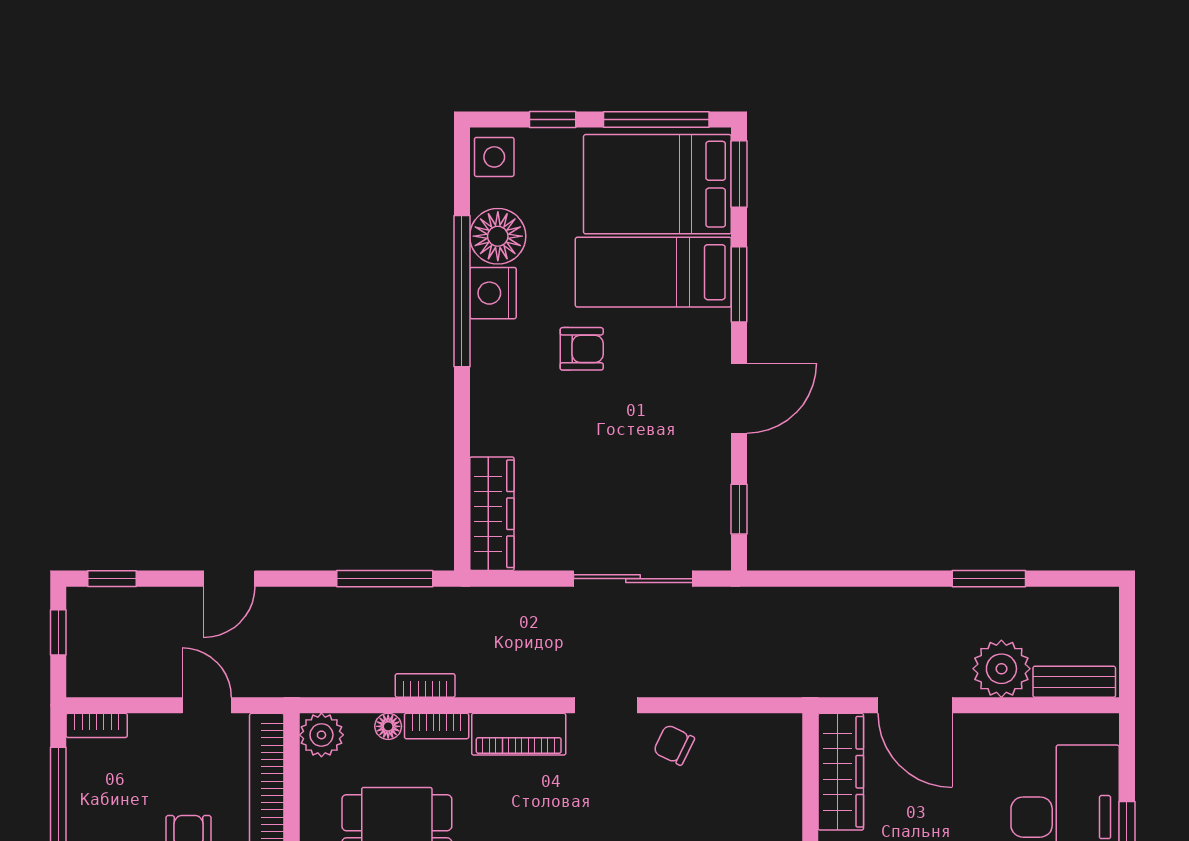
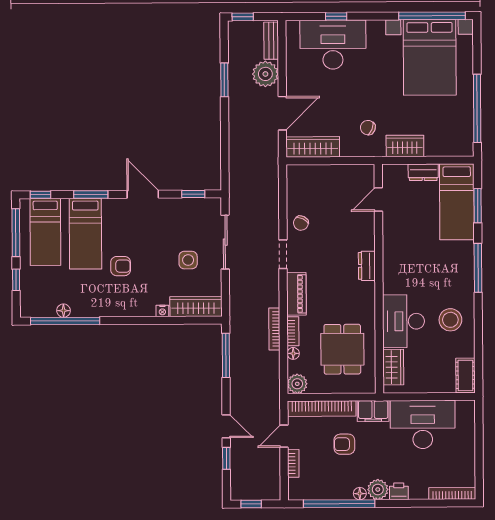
side table: (494, 157) -> (188, 260), moved
window: (739, 174) -> (40, 195), width x0.67
bed: (657, 184) -> (45, 232), width x0.67
floor lamp: (498, 236) -> (64, 311), width x0.53, depth x0.53
window: (462, 291) -> (65, 321), moved
nightstand: (493, 293) -> (162, 311), moved, width x0.53, depth x0.56
armchair: (582, 349) -> (121, 266), turned 90
window: (112, 579) -> (226, 458), moved
window: (1127, 620) -> (243, 17), added
bookcase: (425, 685) -> (274, 329), width x1.56
bookcase: (97, 725) -> (293, 463), moved

